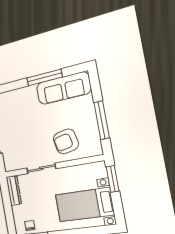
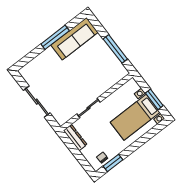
armchair: (66, 141) -> (97, 78), removed
window: (113, 179) -> (154, 99), moved

